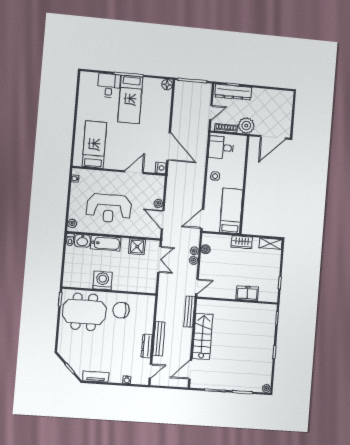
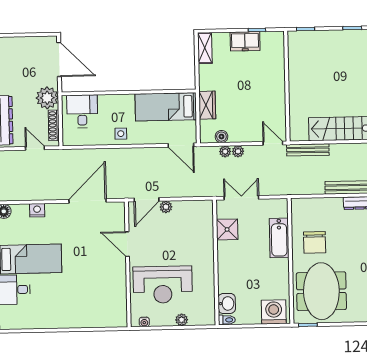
bed: (94, 144) -> (96, 301), removed
desk: (221, 148) -> (82, 111), moved, turned 180
nightstand: (161, 168) -> (37, 210), moved
reception desk: (109, 208) -> (163, 285), moved, turned 90
door: (163, 220) -> (147, 200), moved
plant: (72, 223) -> (182, 320), moved
wardrobe: (242, 242) -> (207, 105), moved
bathtub: (106, 243) -> (279, 238), moved, turned 180
washing machine: (103, 280) -> (274, 312), moved, turned 90
freezer: (247, 293) -> (245, 41), moved, turned -90

